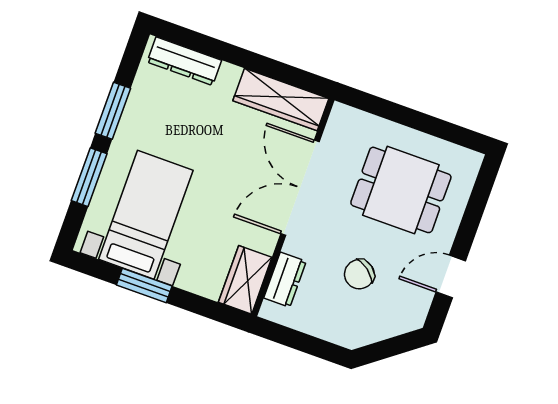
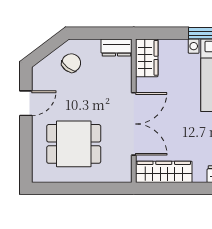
chair: (359, 274) -> (71, 63), moved
dresser: (285, 280) -> (116, 48), moved, turned -90

